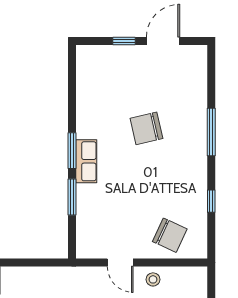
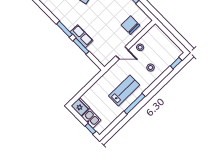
row of seats: (86, 161) -> (82, 36), moved
chair: (170, 235) -> (130, 25), turned -115

